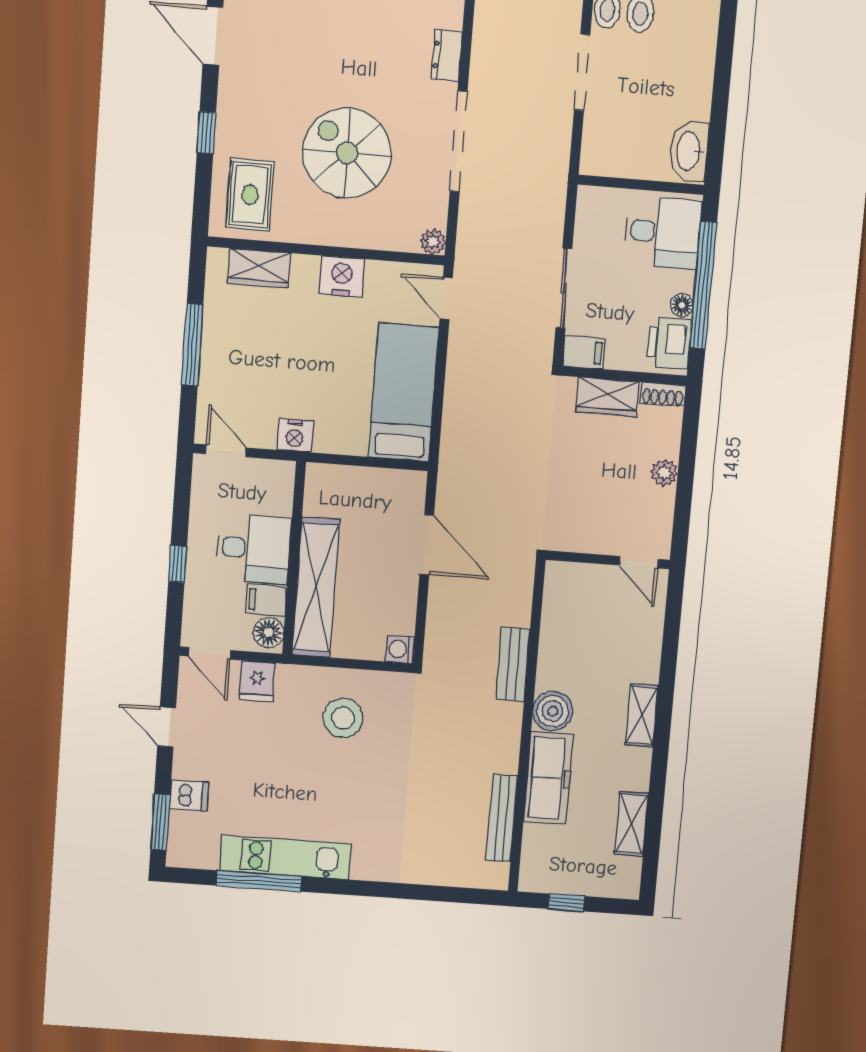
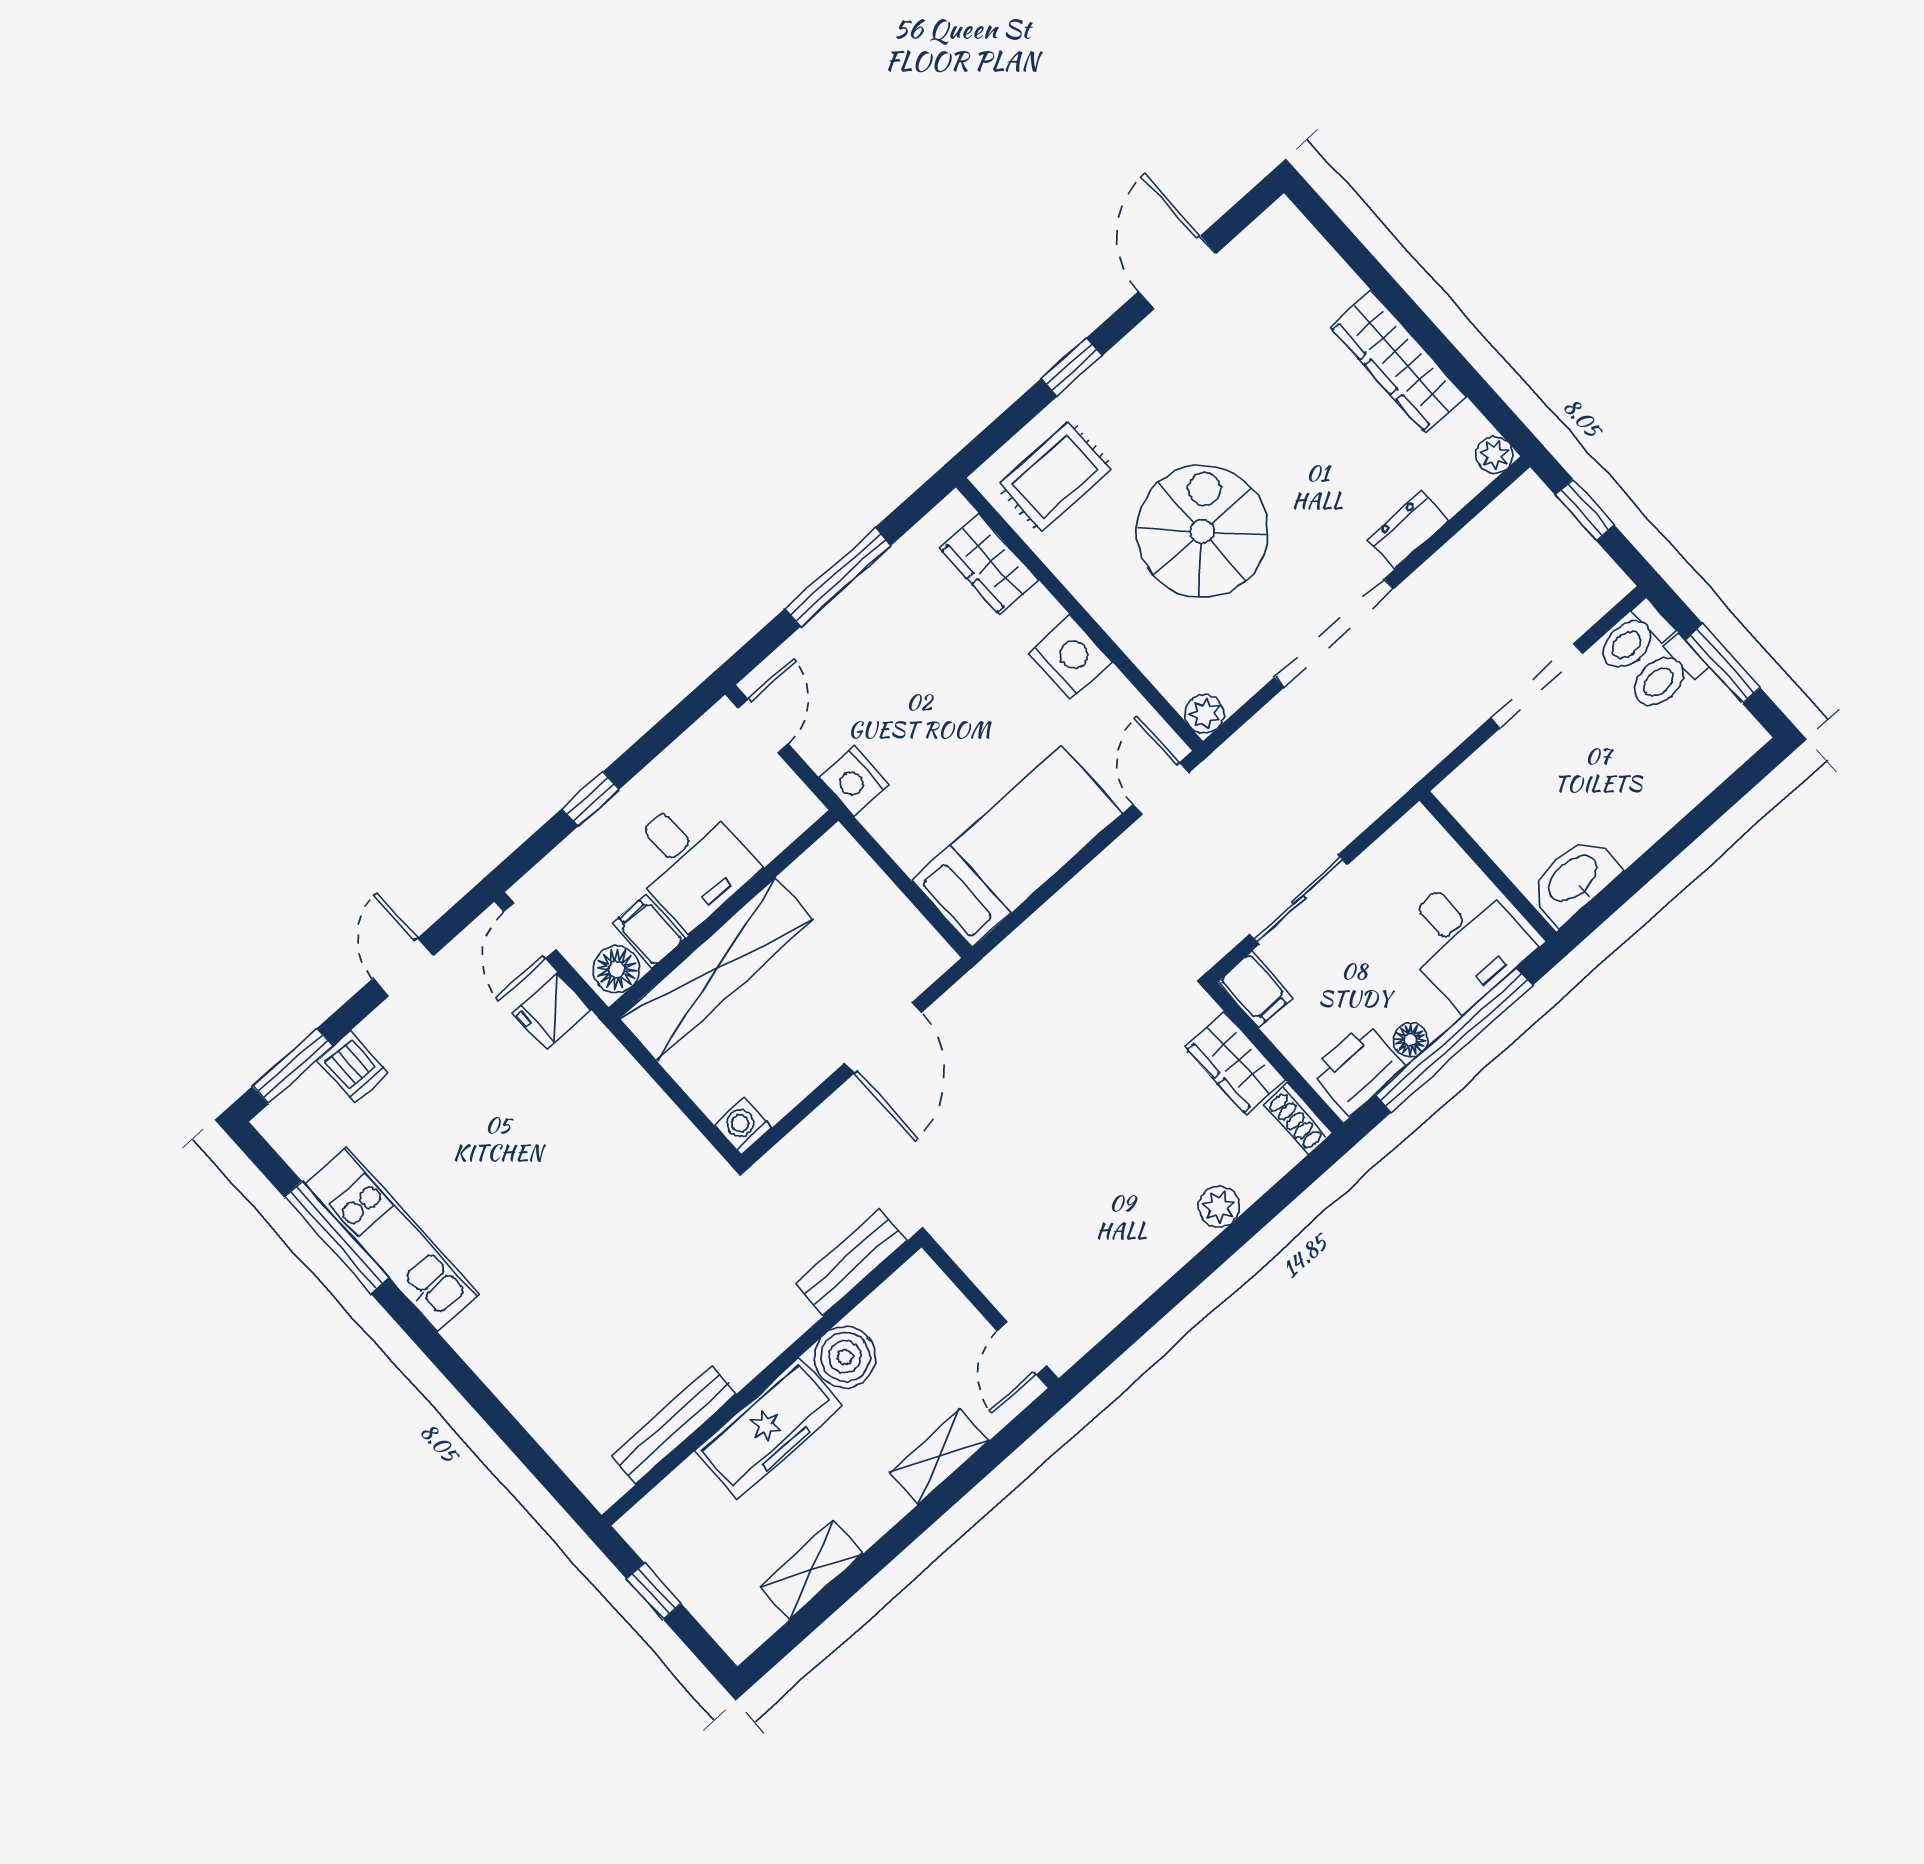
wall: (608, 560) -> (990, 1313), moved
door: (639, 562) -> (1022, 1348), moved
stool: (343, 718) -> (607, 1143), removed

